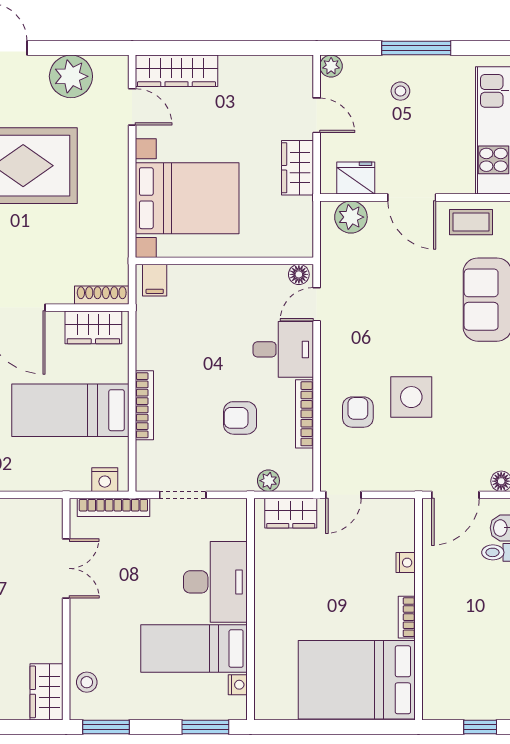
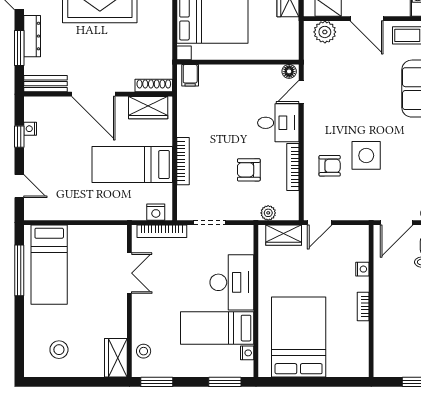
armchair: (358, 412) -> (330, 166), turned 90
bed: (357, 680) -> (299, 337), moved, turned 90

